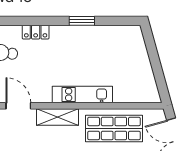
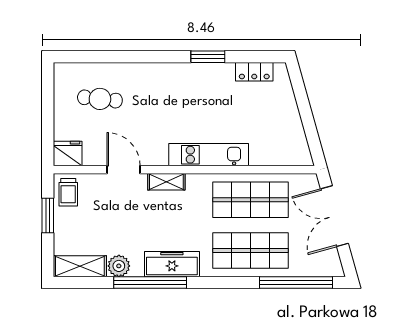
locker: (36, 32) -> (254, 72), moved
shelving: (58, 117) -> (166, 182), width x0.67, depth x0.75

